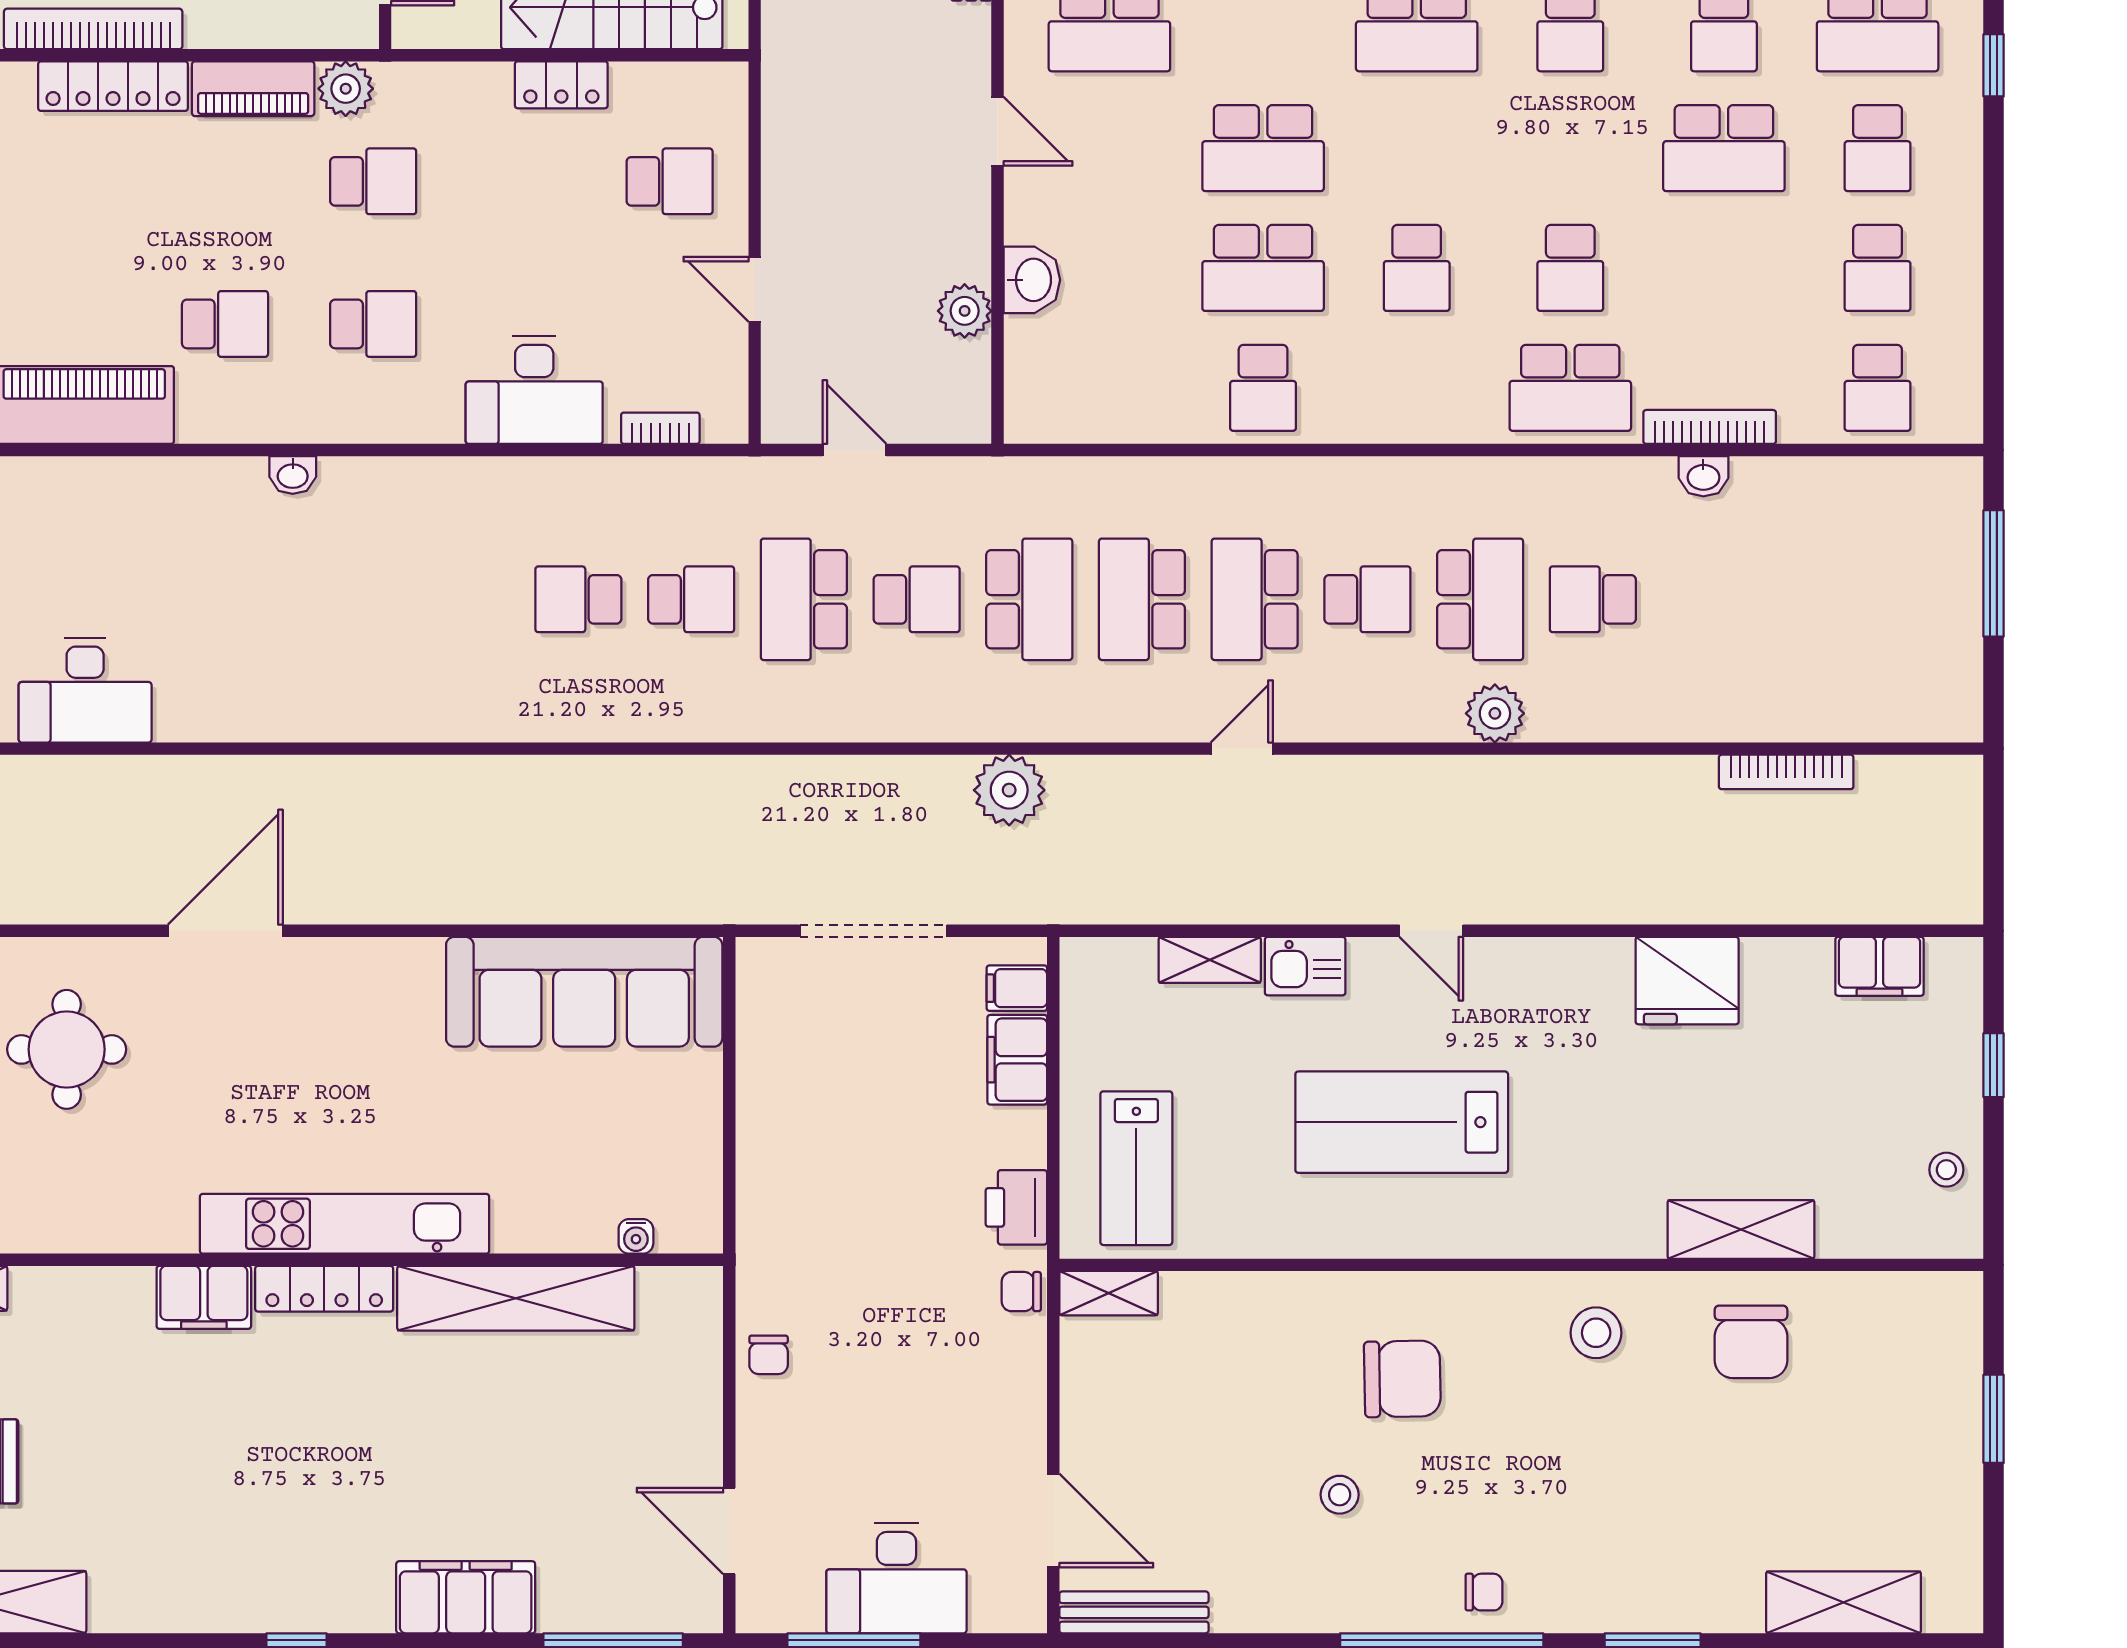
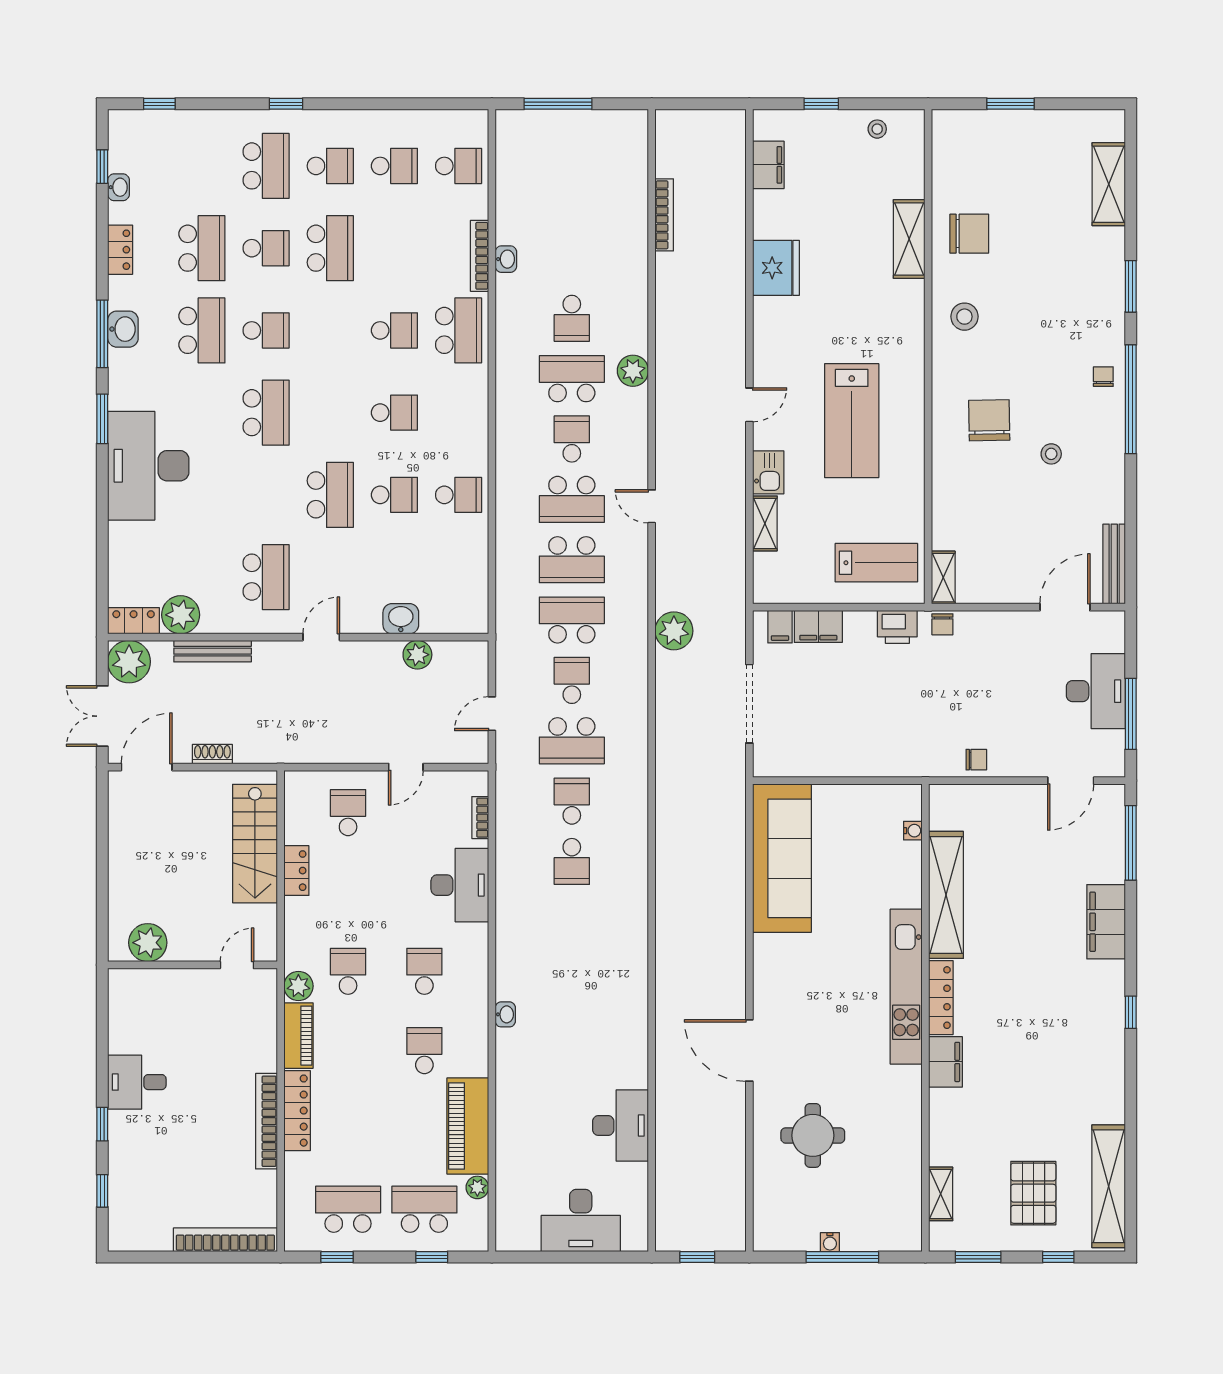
school desk: (1263, 268) -> (394, 495), width x0.54

